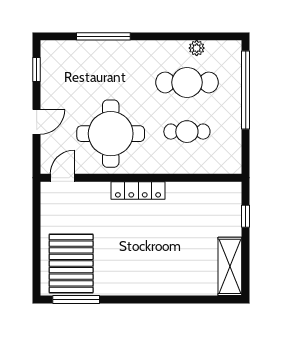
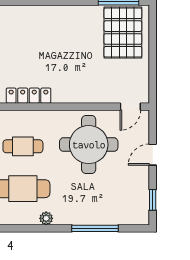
plant: (197, 48) -> (46, 218), moved
locker: (138, 190) -> (28, 96), moved

